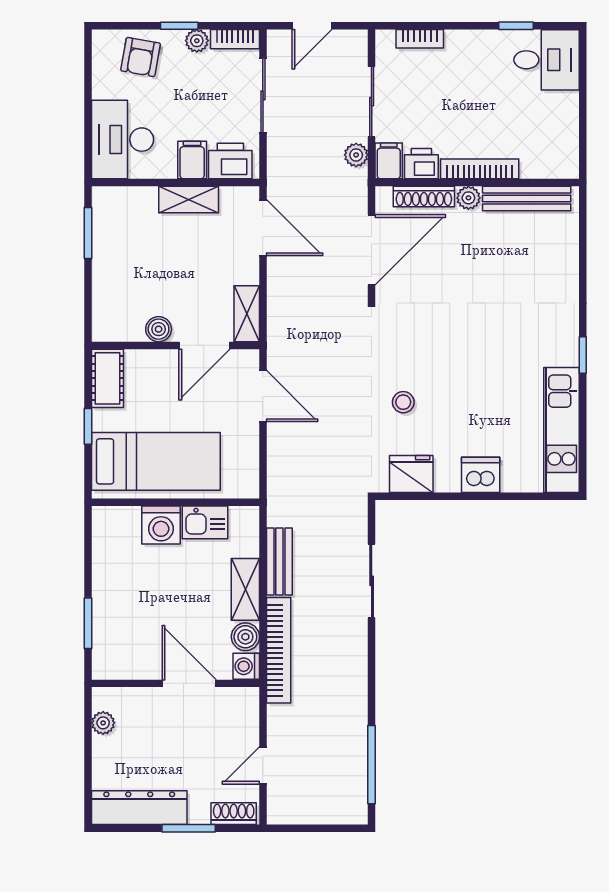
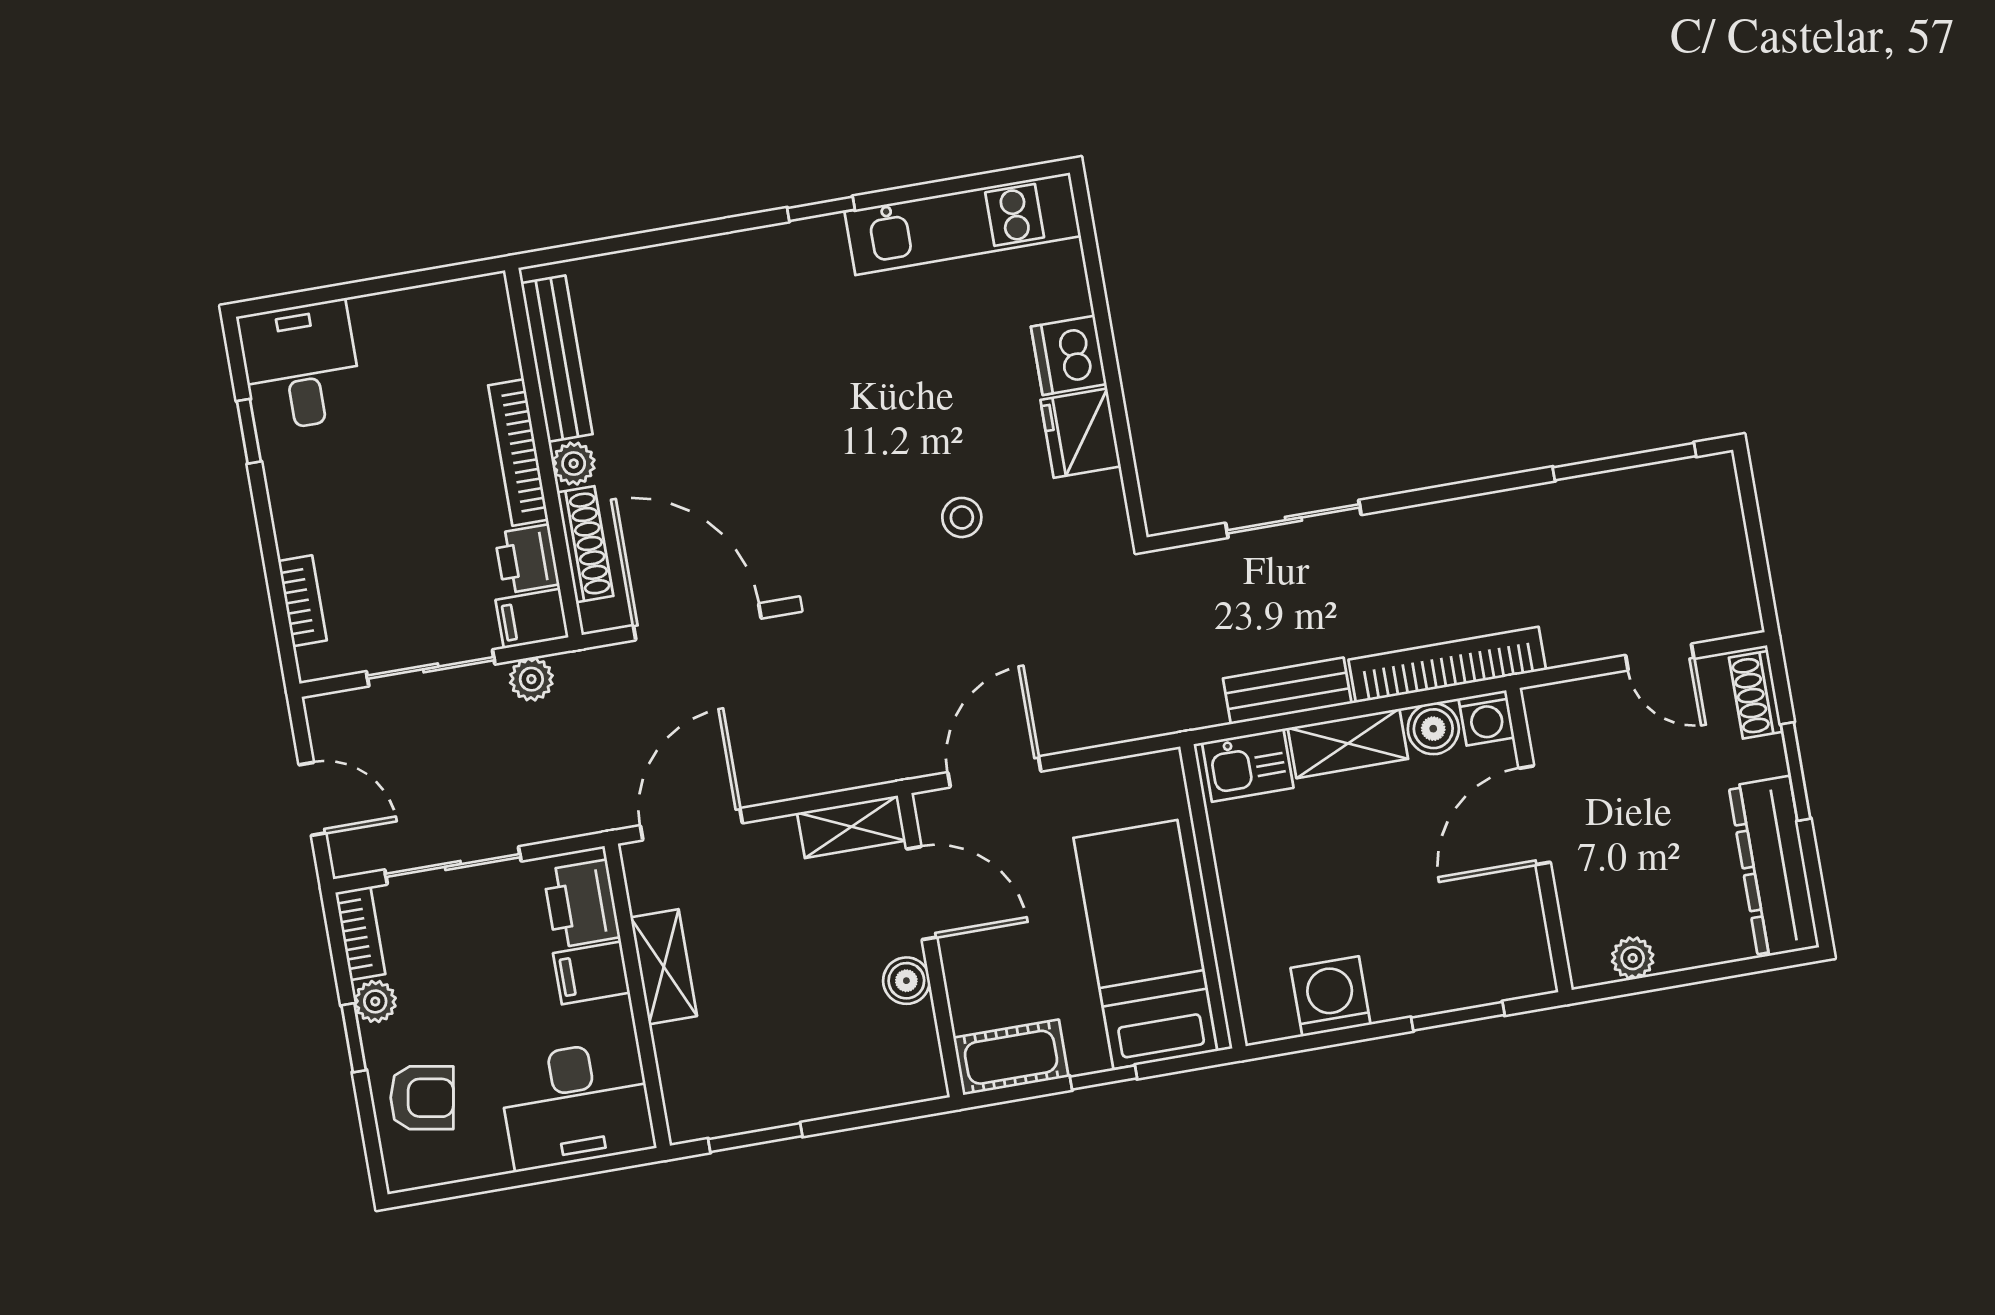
fridge: (411, 474) -> (1081, 433), moved
kitchen sink: (205, 522) -> (1248, 765), moved, turned 90
washing machine: (161, 525) -> (1331, 996), moved, turned -90

